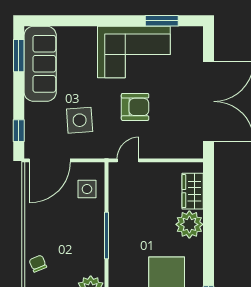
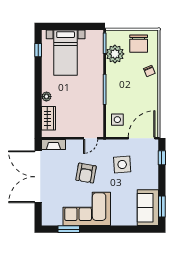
sofa: (40, 64) -> (148, 208), width x0.73
armchair: (135, 107) -> (86, 173), turned -80
fireplace: (185, 151) -> (53, 144), added
plant: (189, 224) -> (46, 97), width x0.53, depth x0.53

